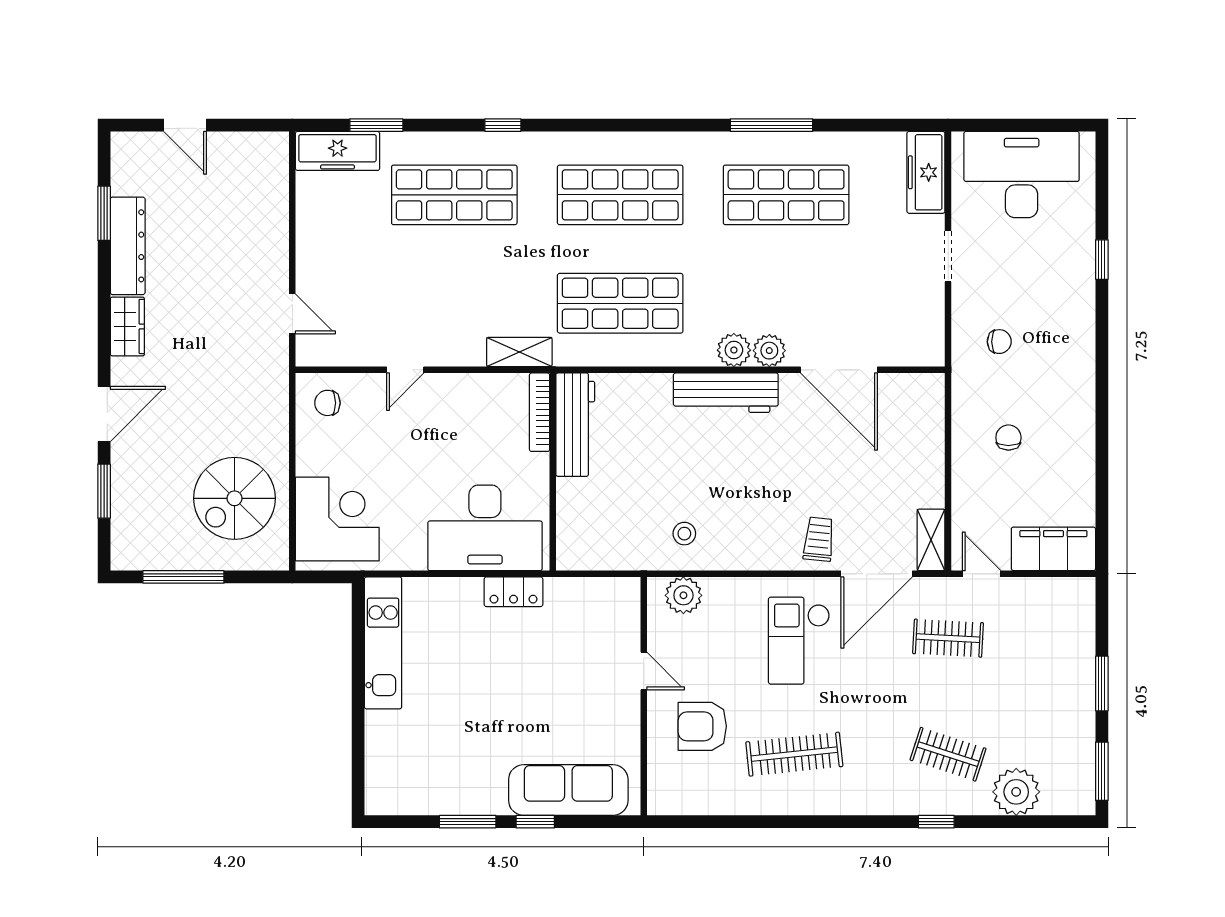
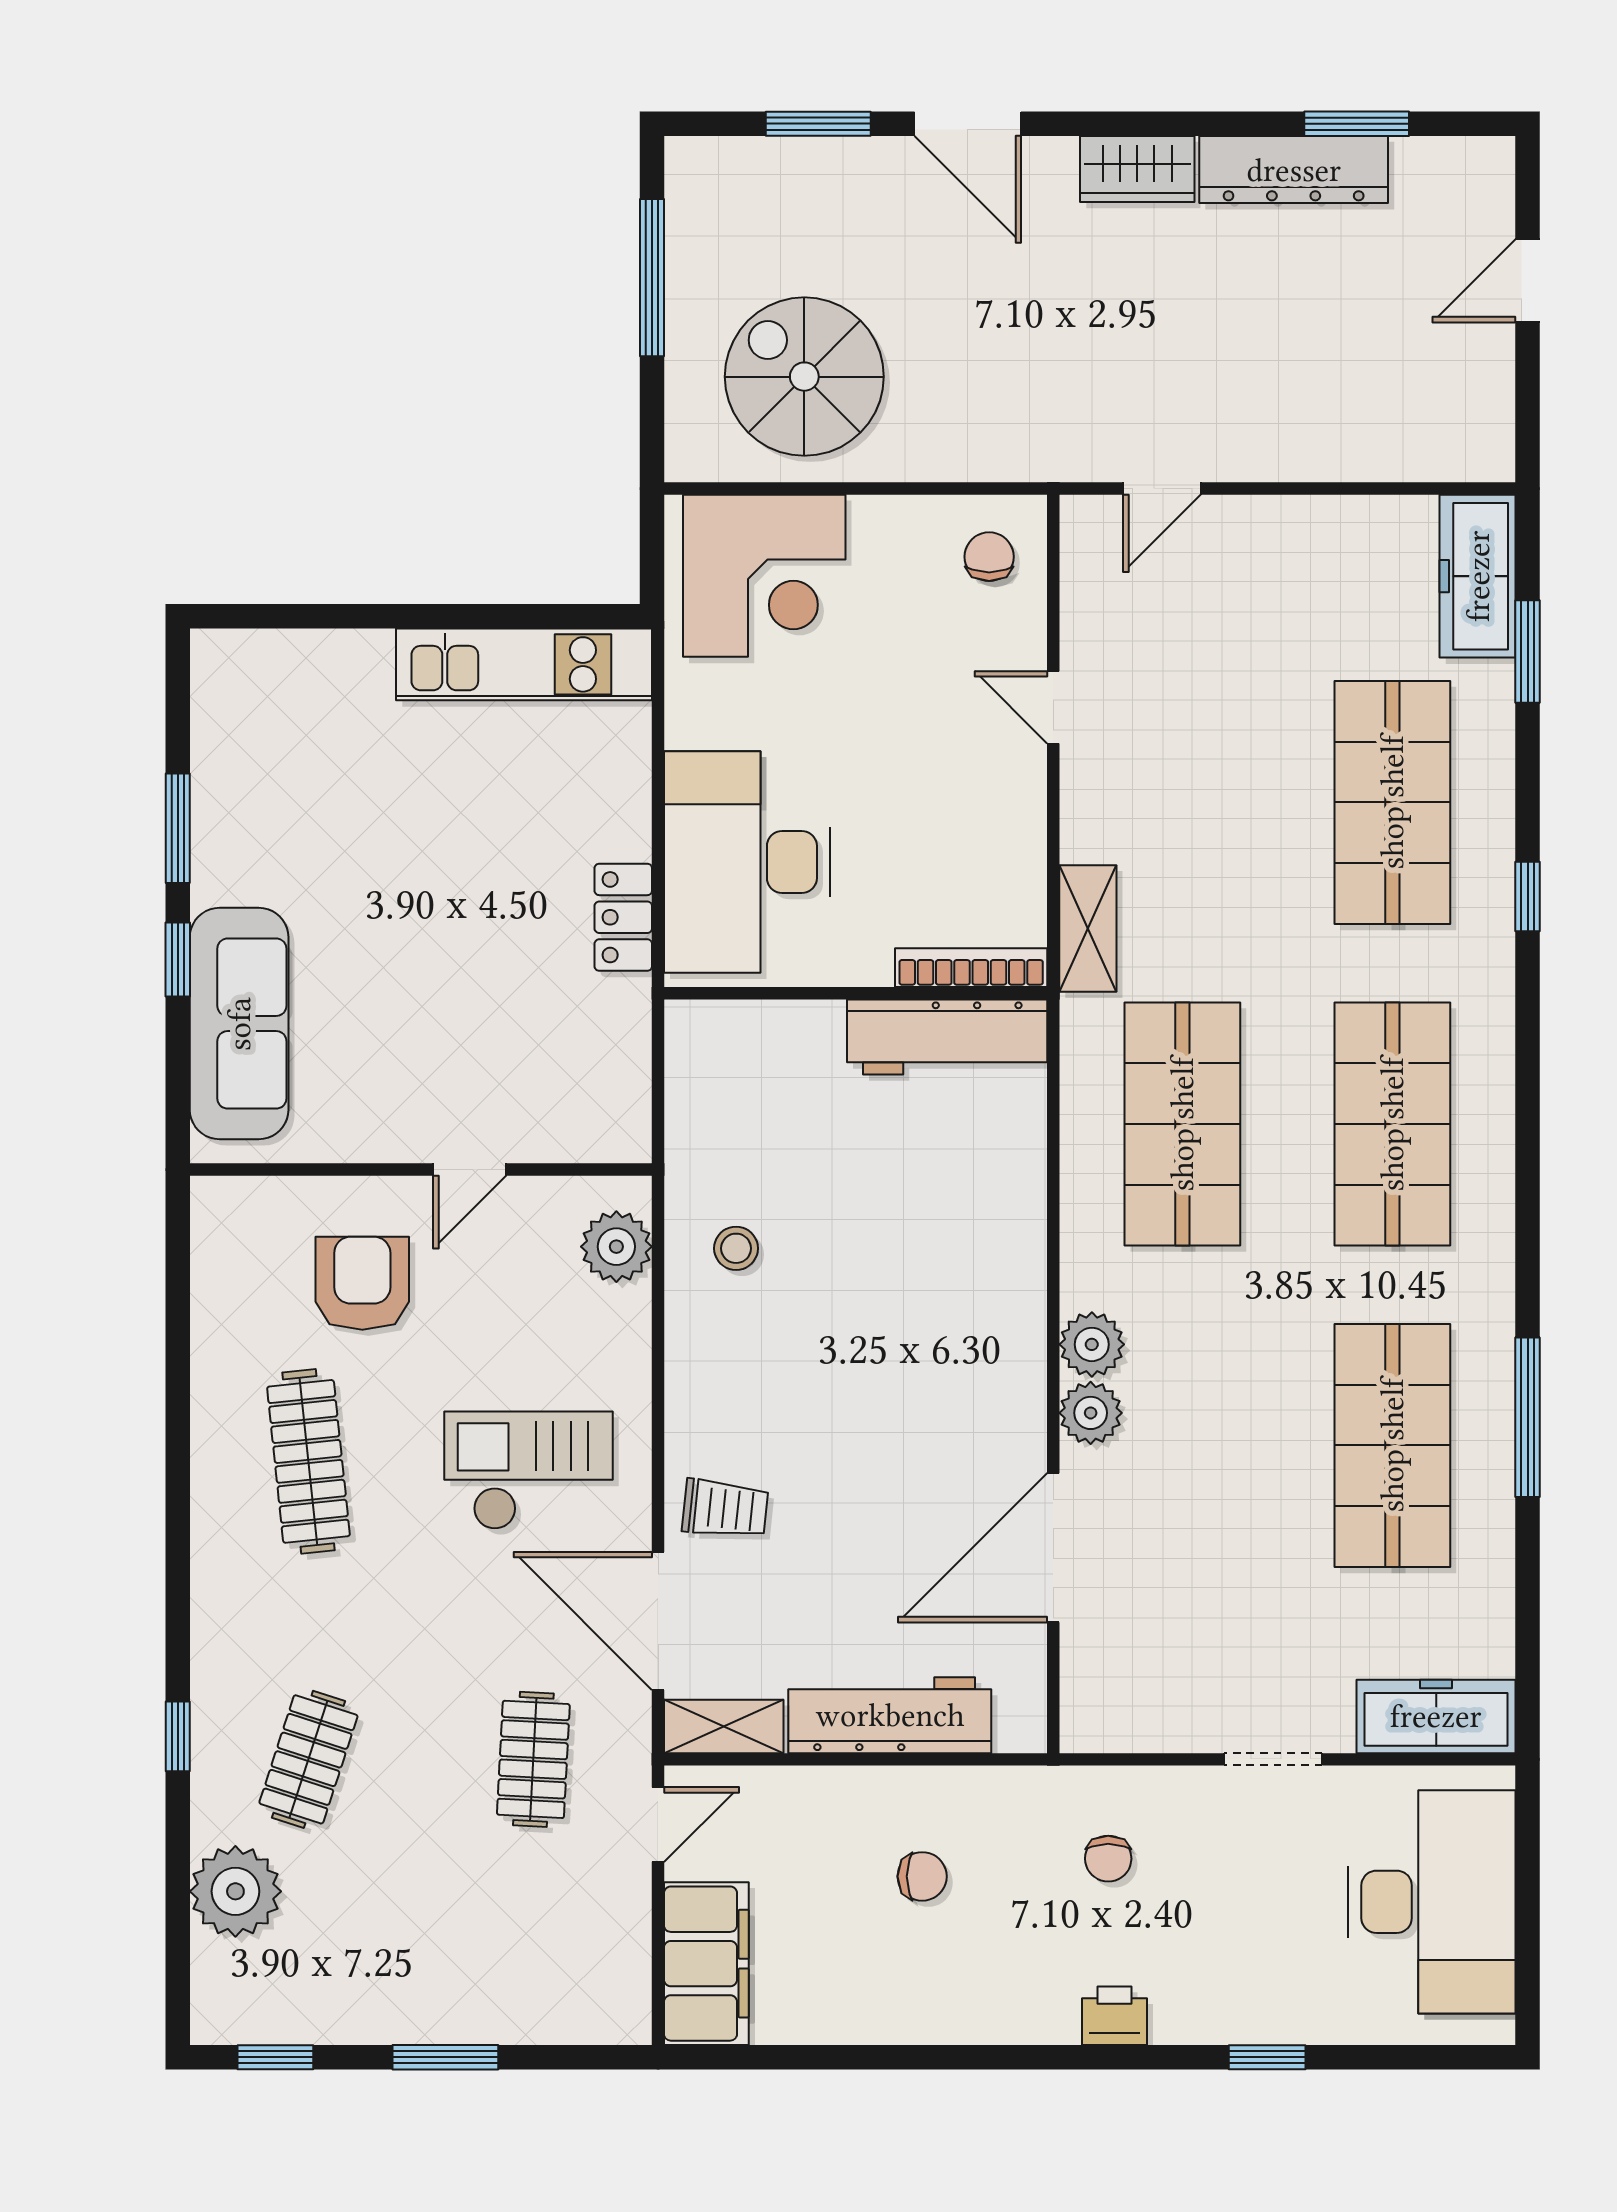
printer: (1080, 338) -> (1115, 2016), added
workbench: (726, 393) -> (890, 1715), moved, turned 90
window: (1102, 771) -> (275, 2057), width x0.67

